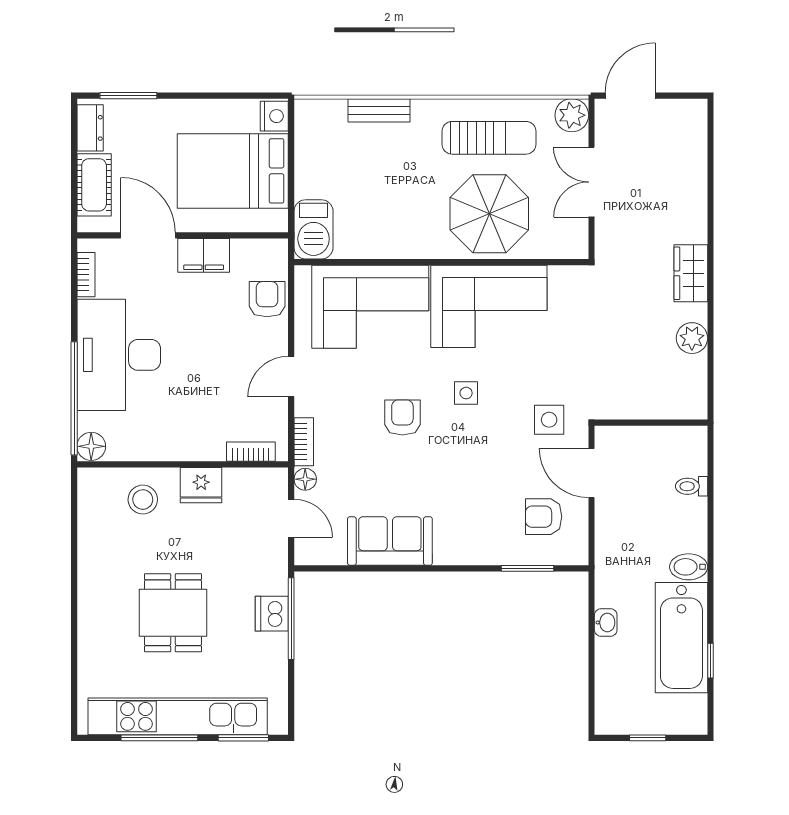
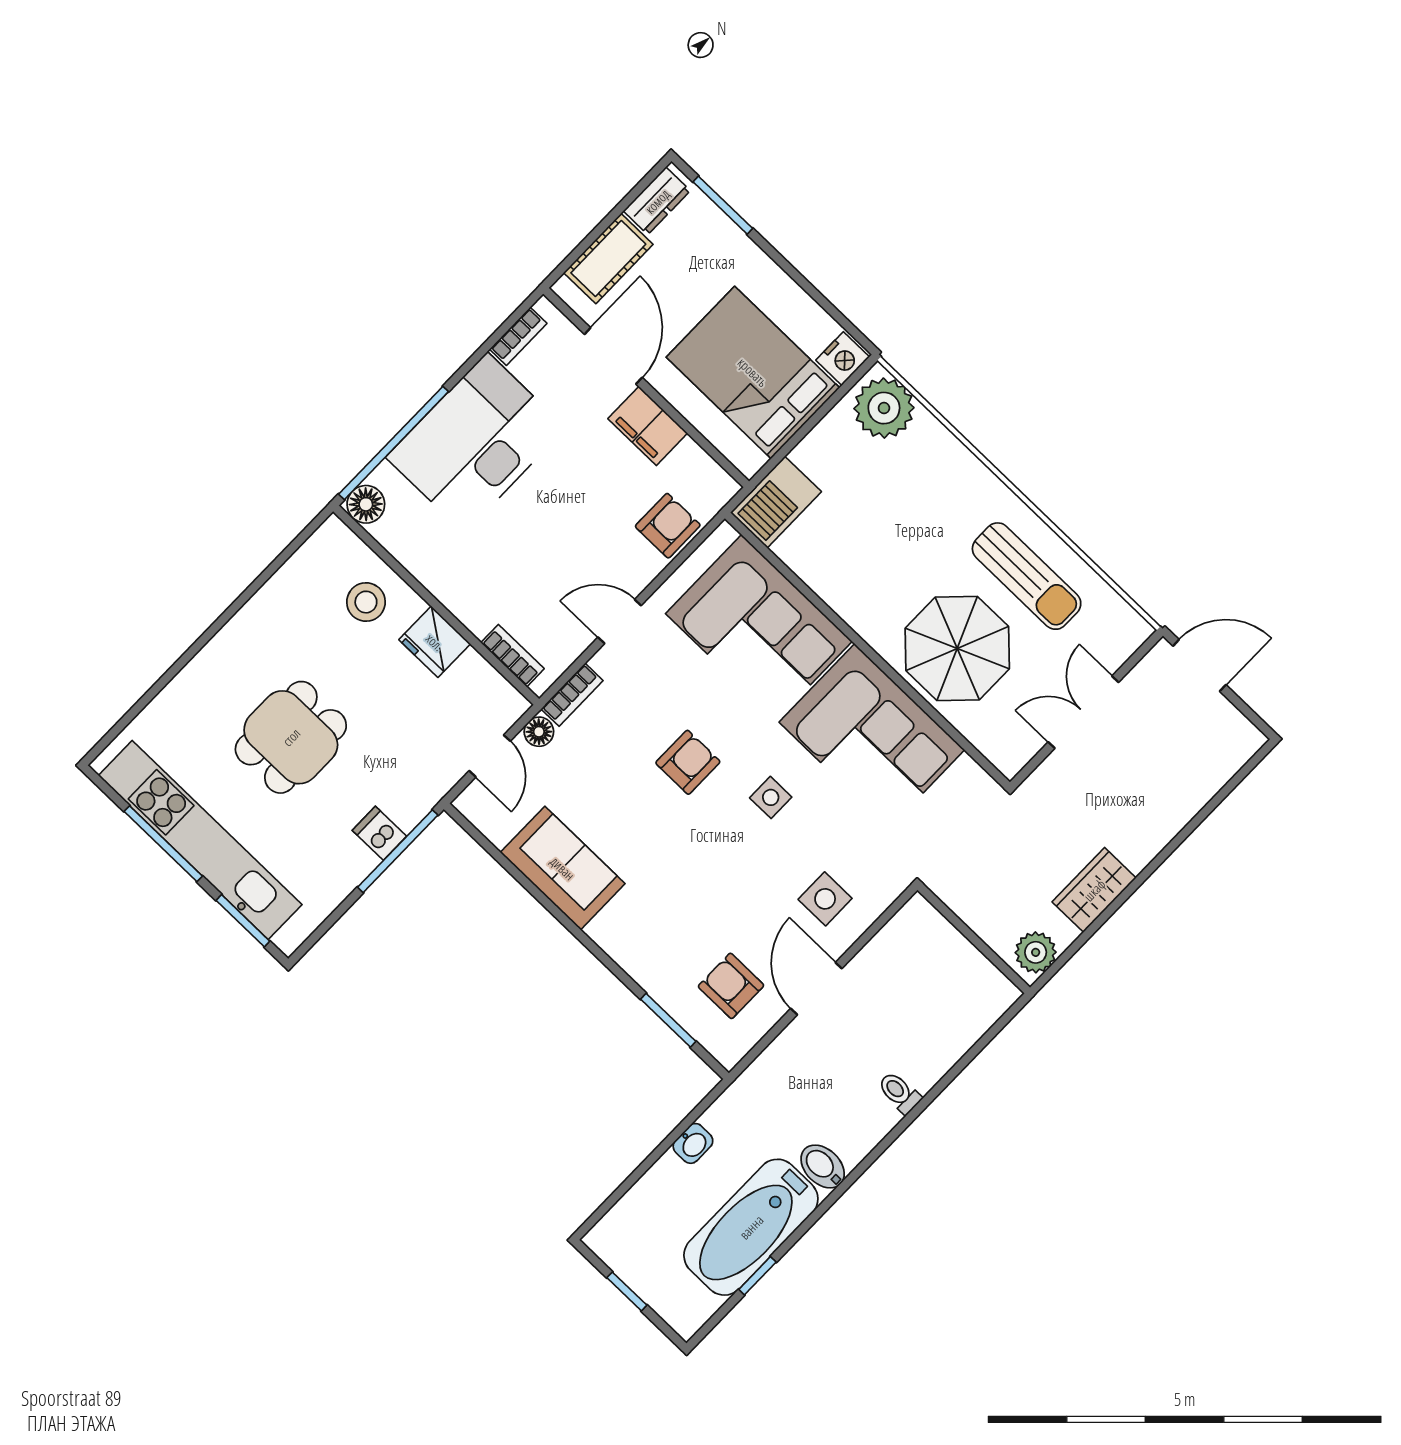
bench: (379, 110) -> (947, 449), removed
plant: (572, 115) -> (884, 408), moved, width x1.36, depth x1.36
wall: (651, 423) -> (974, 939), moved
dishwasher: (272, 614) -> (379, 833), width x0.73

